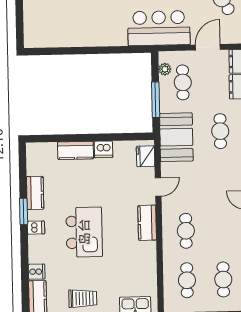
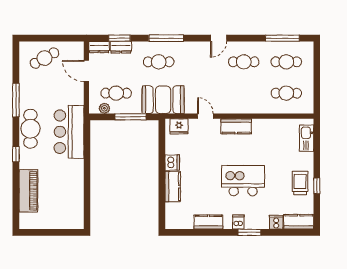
bar counter: (159, 28) -> (69, 132), moved
window: (24, 211) -> (249, 232), moved
cafe table: (186, 231) -> (244, 62), moved

